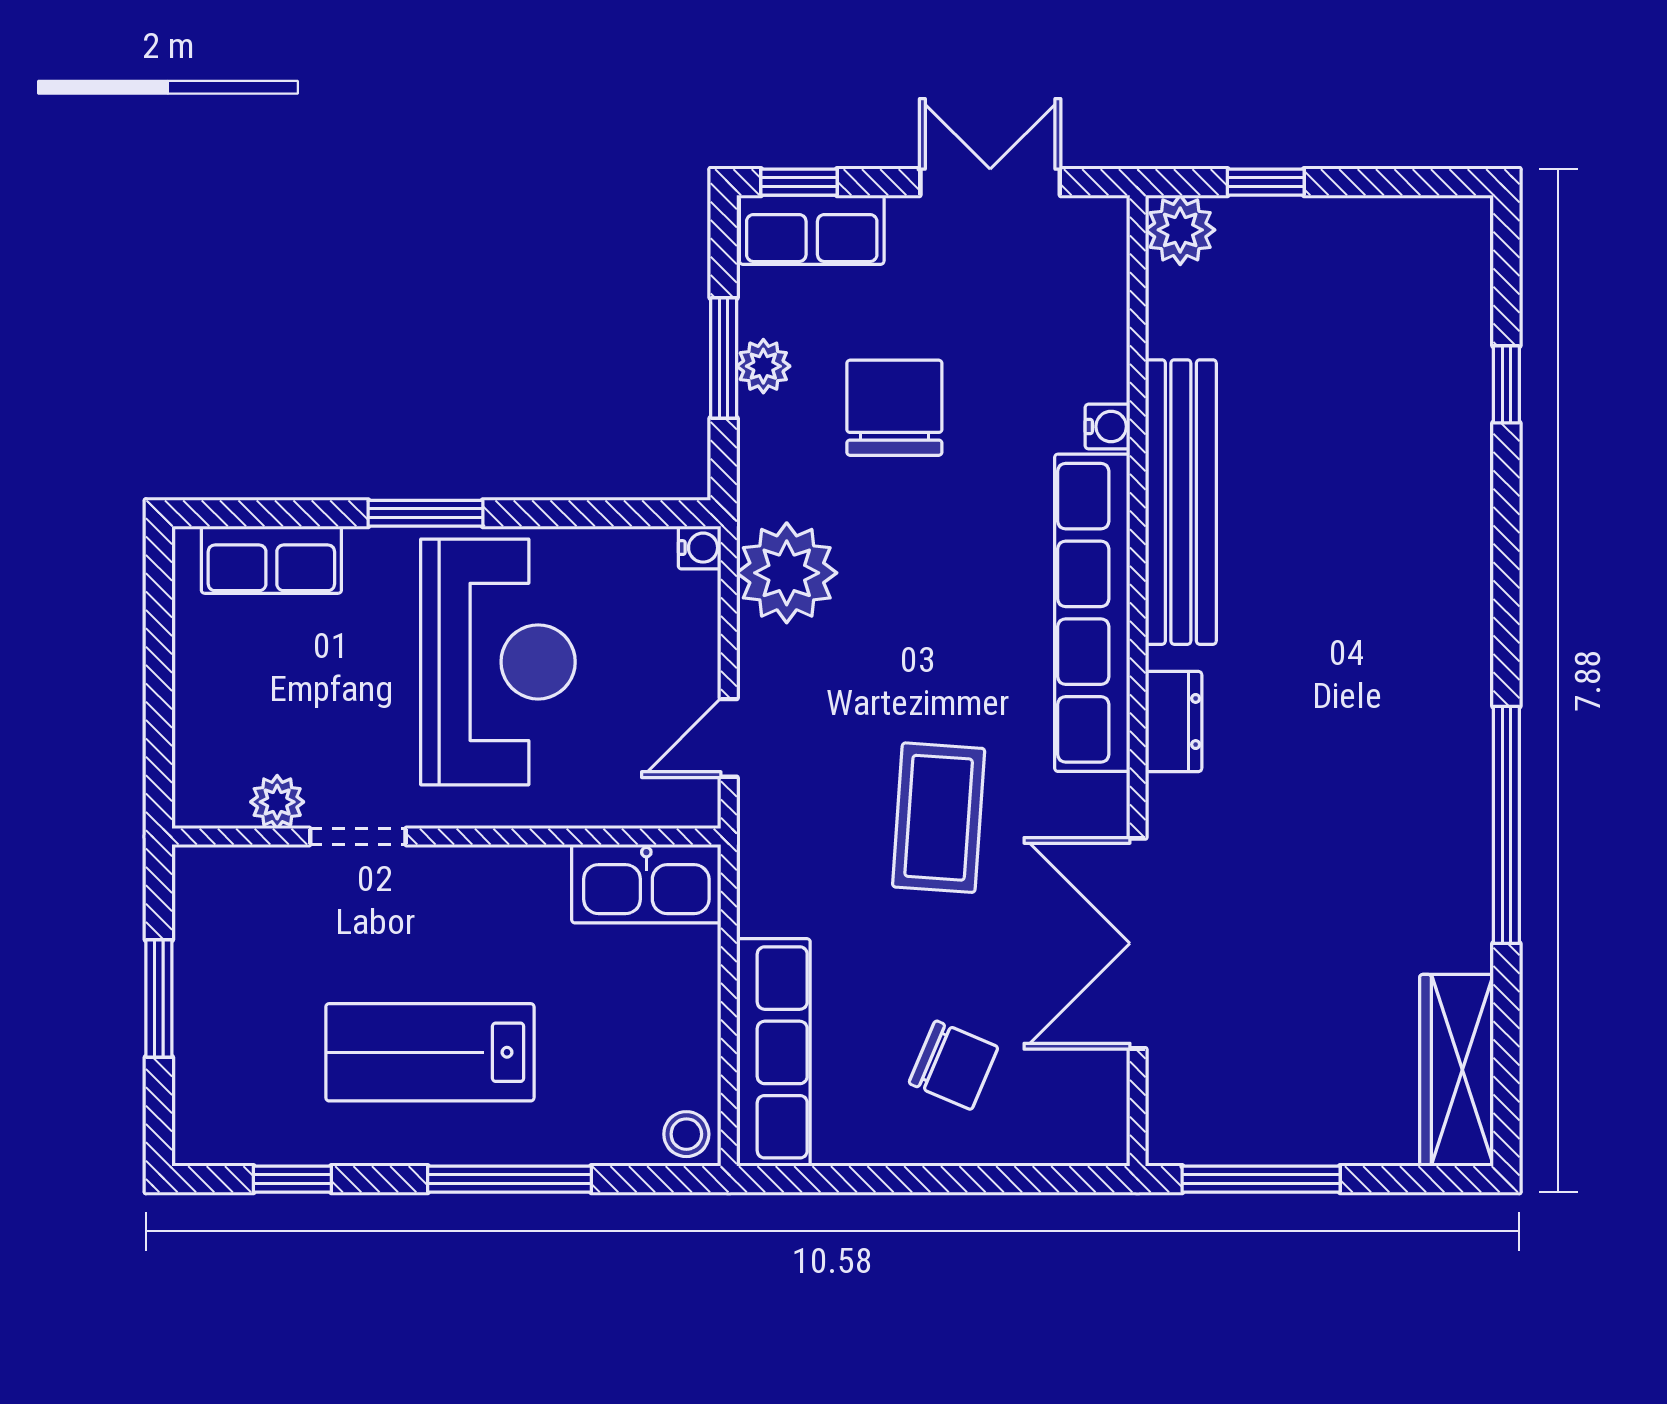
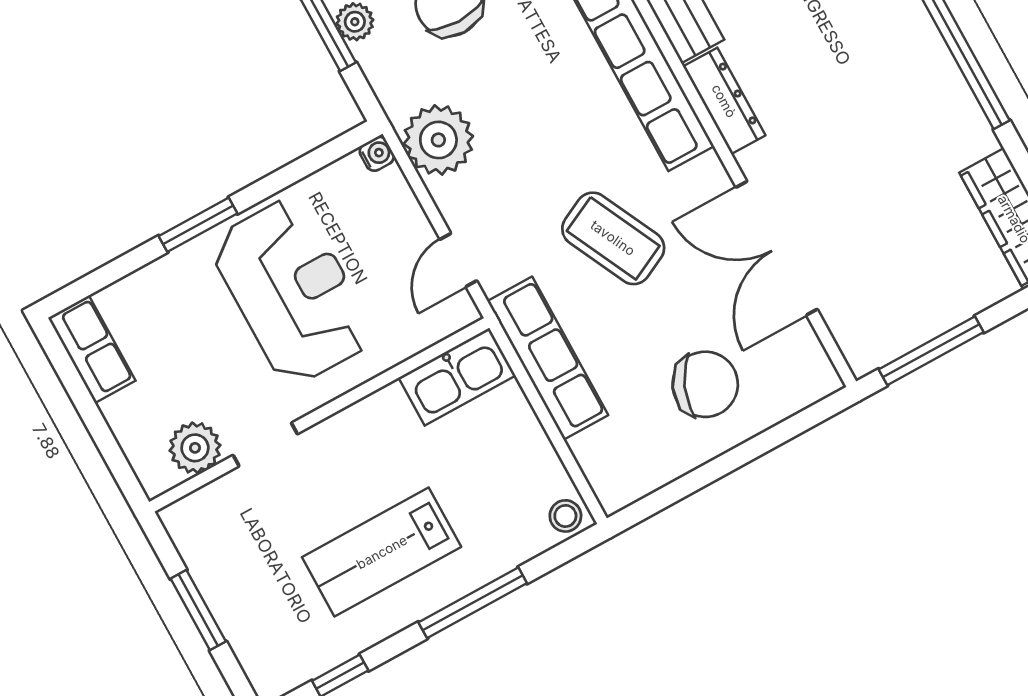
row of seats: (271, 560) -> (92, 349), moved, turned -90
dresser: (1174, 721) -> (724, 101), width x1.44
plant: (277, 802) -> (195, 448), width x1.38, depth x1.38
coffee table: (939, 818) -> (613, 238), turned -30
row of seats: (773, 1052) -> (548, 358), moved
chair: (953, 1065) -> (705, 384), width x1.37, depth x1.37

